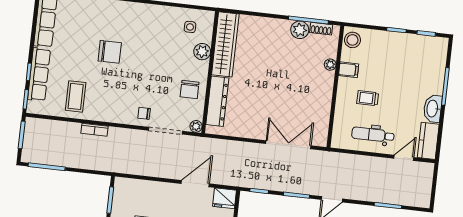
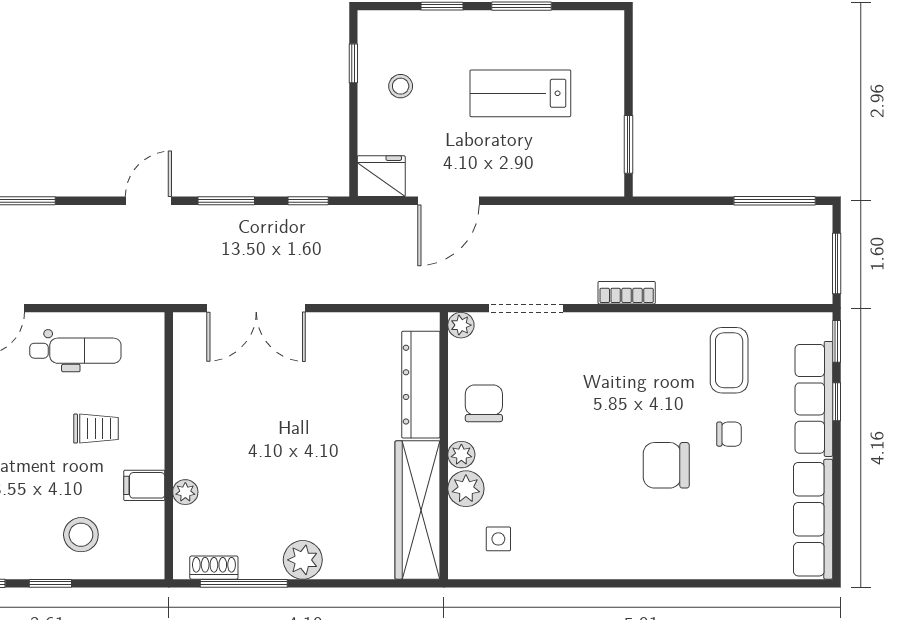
plant: (300, 30) -> (303, 560), moved
stool: (352, 40) -> (81, 535), moved
plant: (202, 67) -> (461, 455), added
chair: (144, 113) -> (729, 434), moved
bookcase: (95, 130) -> (627, 293), moved

